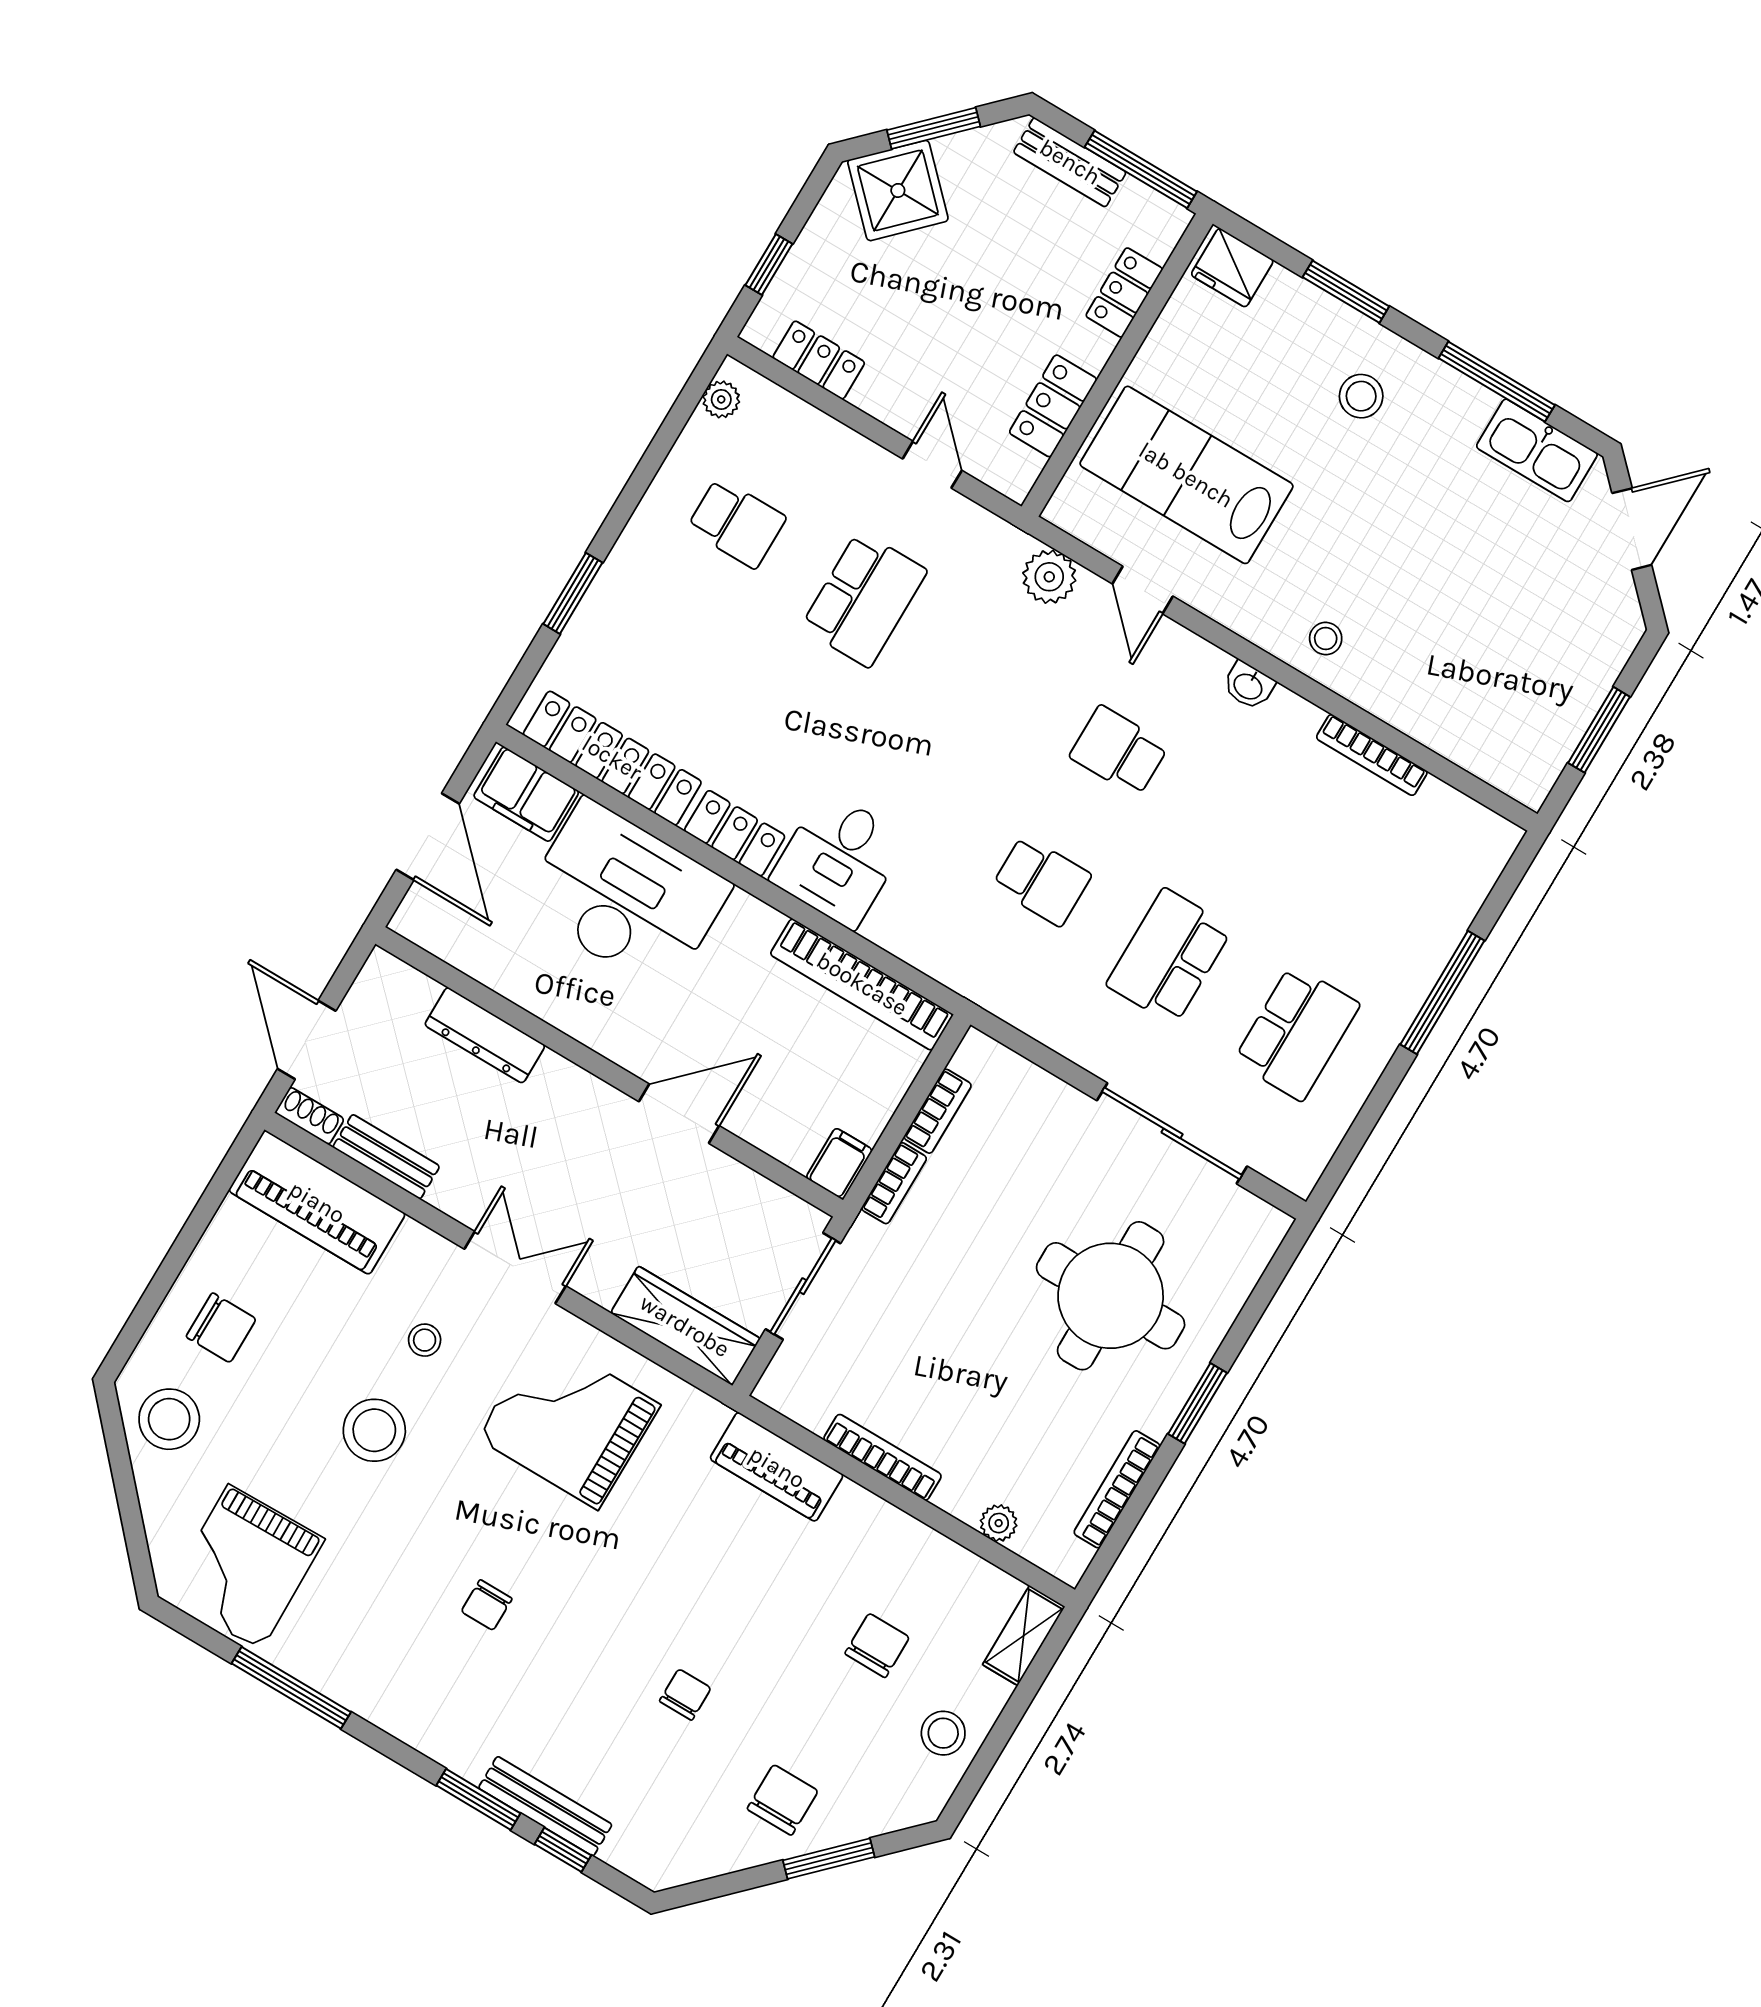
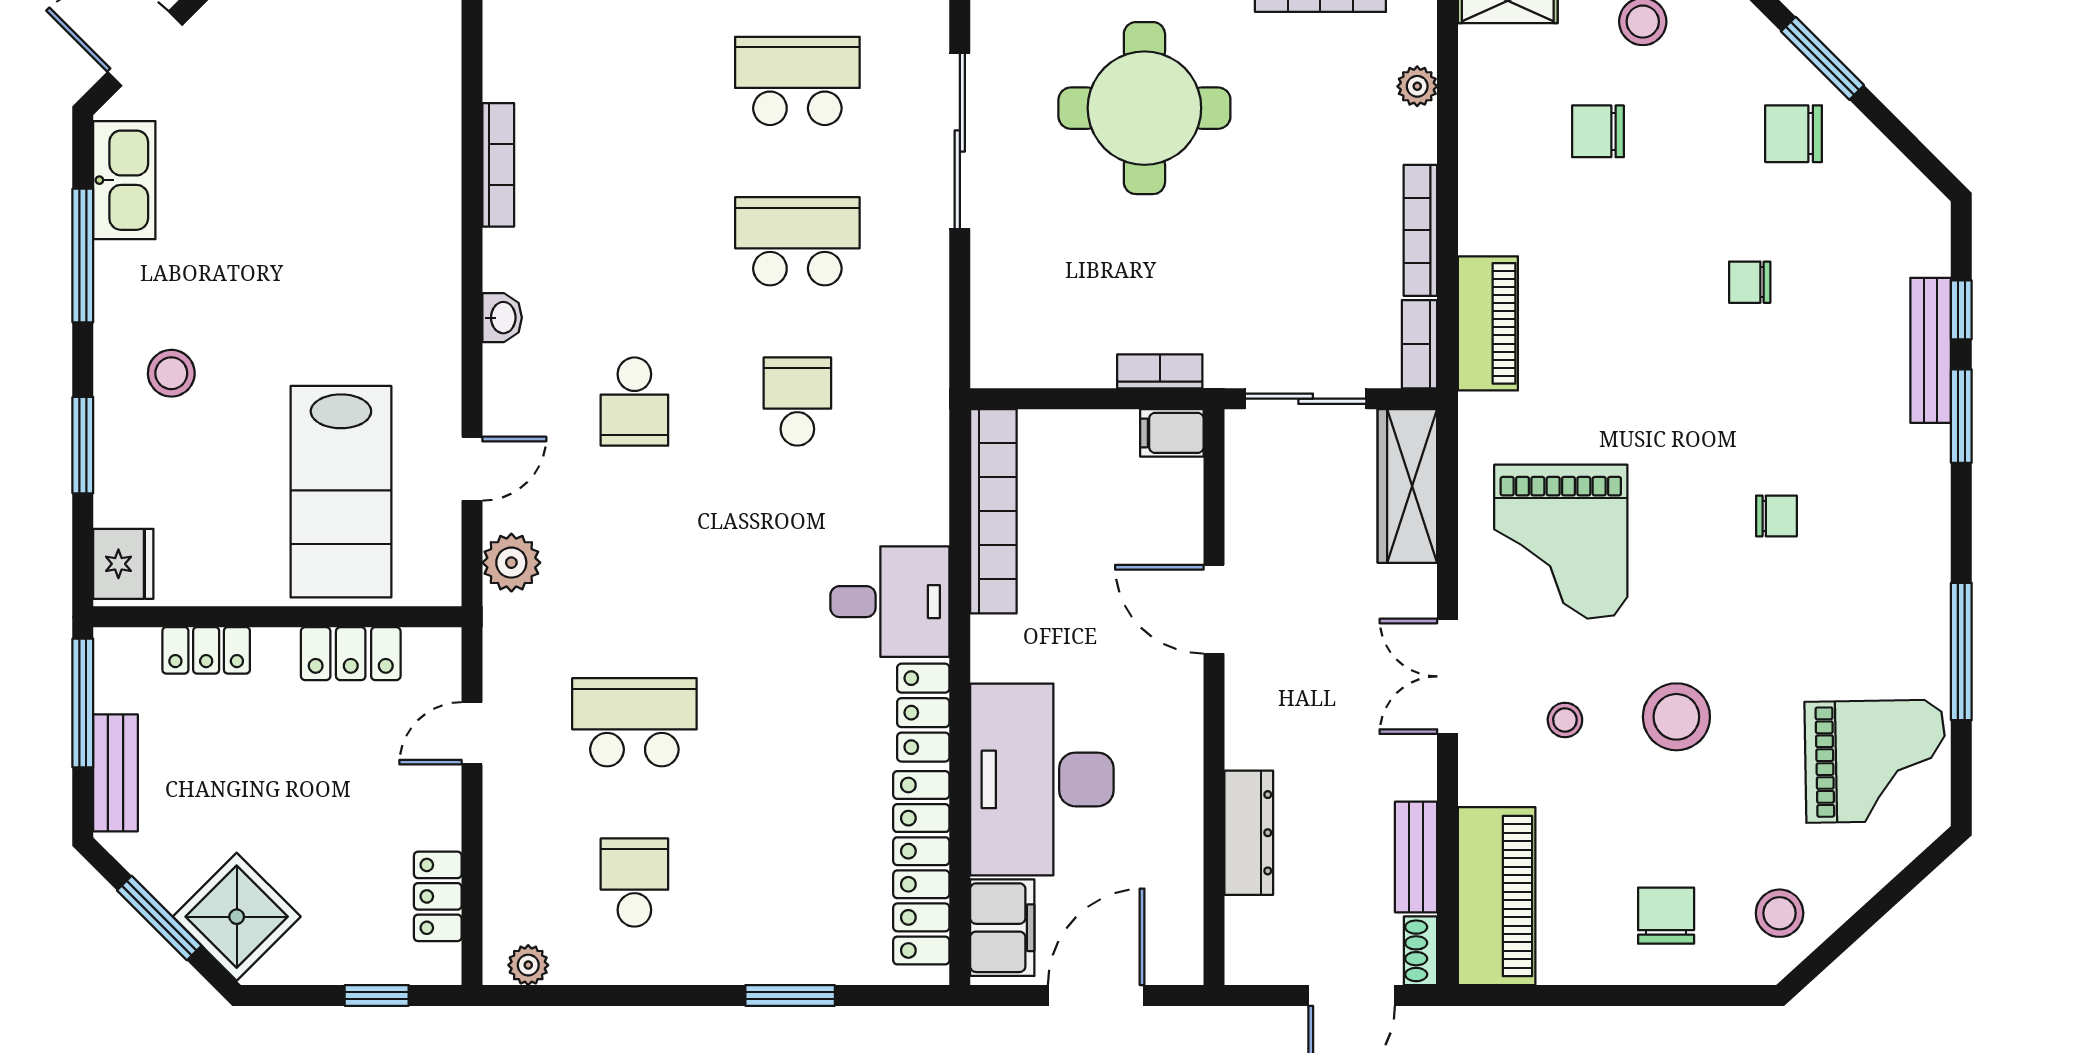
stool: (1326, 638) -> (416, 272), removed
school desk: (1169, 957) -> (797, 241), turned 180
bookcase: (938, 1111) -> (1420, 344), moved, turned -90
stool: (169, 1419) -> (1780, 913), width x0.73, depth x0.73

